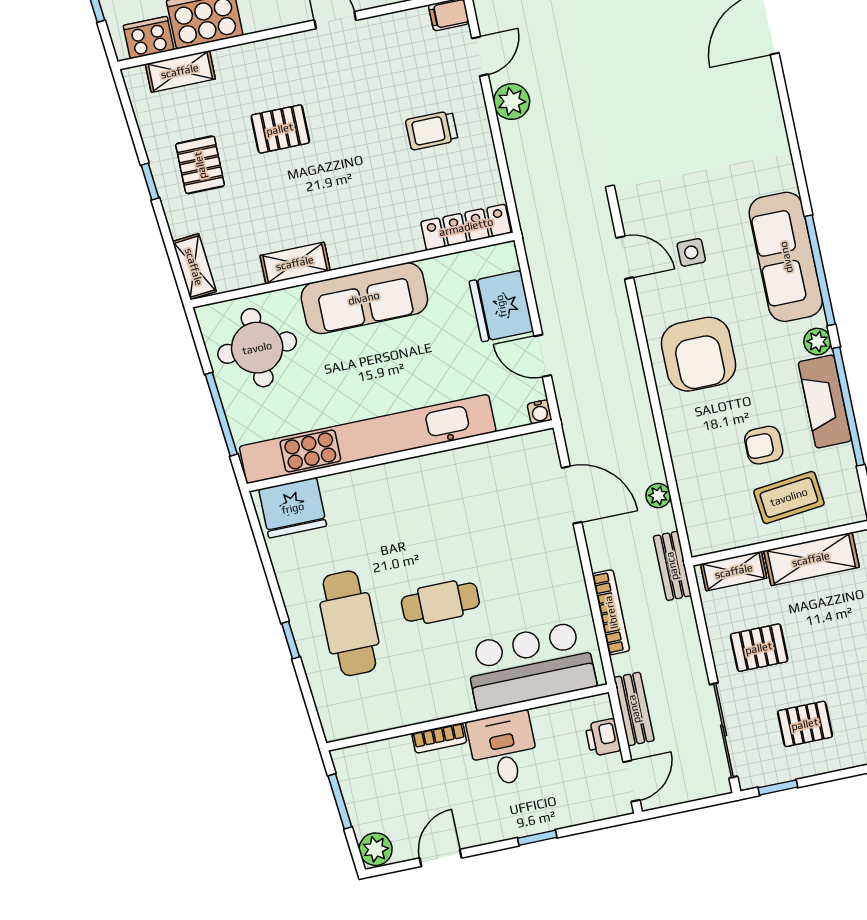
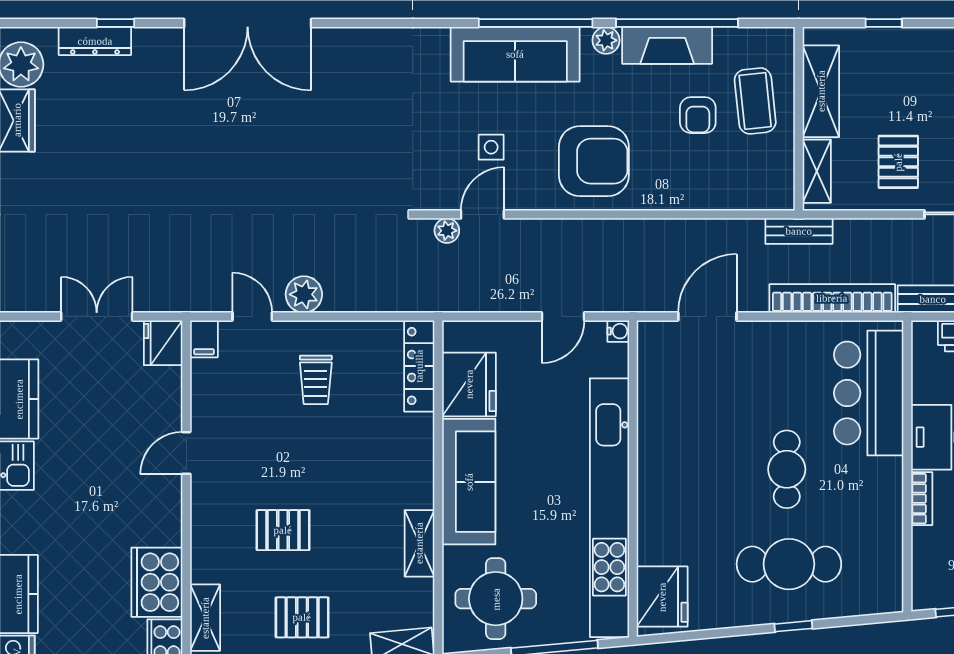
pallet: (280, 129) -> (283, 530), turned 90
fridge: (501, 306) -> (469, 384), moved, turned -90
plant: (658, 496) -> (447, 231), moved
bookcase: (611, 612) -> (832, 298), width x1.48, depth x1.31

